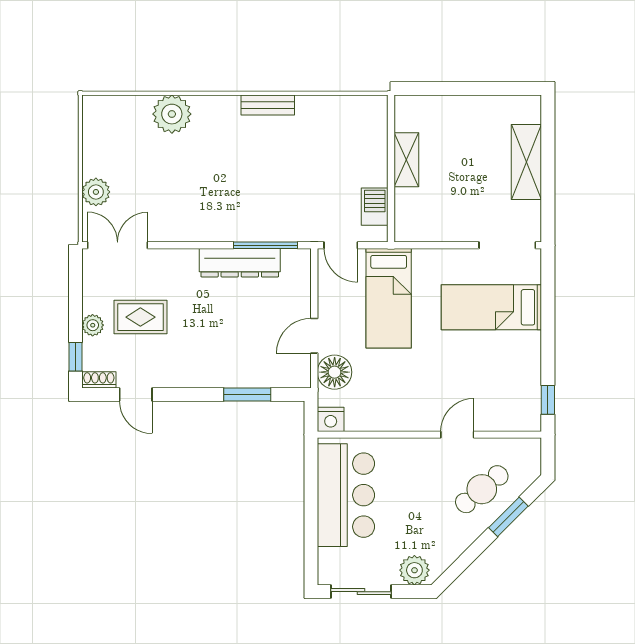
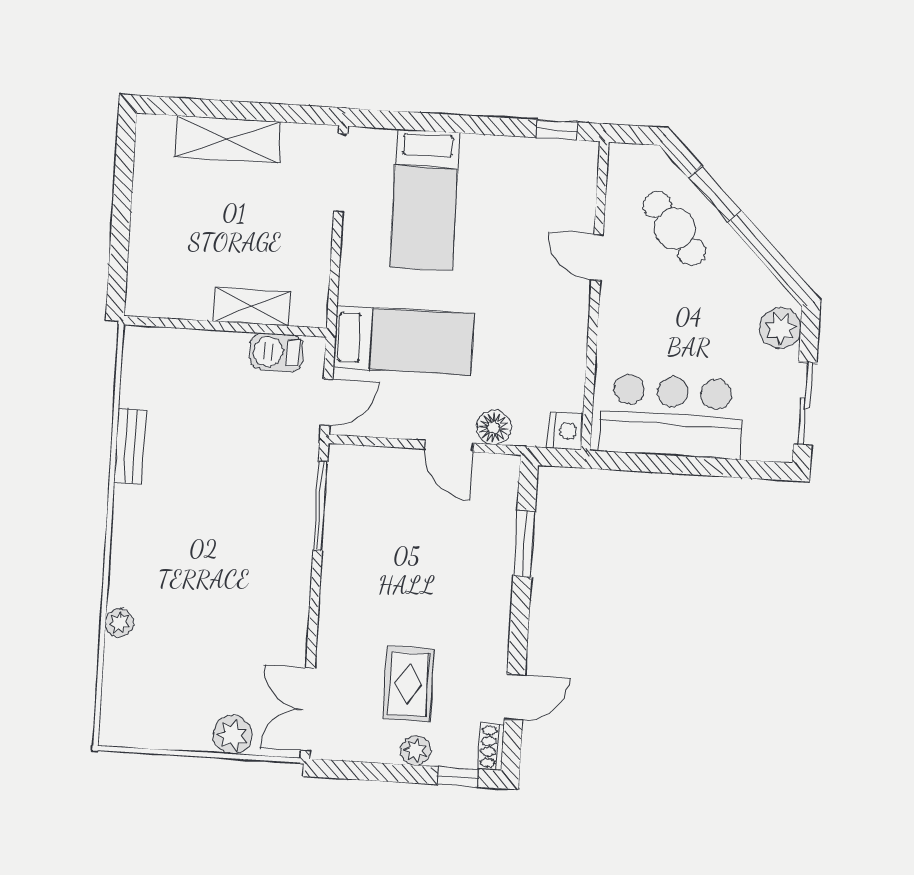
bench: (268, 105) -> (130, 446), moved
plant: (172, 114) -> (119, 623), width x0.53, depth x0.53
shelving: (406, 160) -> (252, 307), moved
dresser: (240, 263) -> (342, 543), removed
floor lamp: (335, 372) -> (494, 427), width x0.73, depth x0.73

